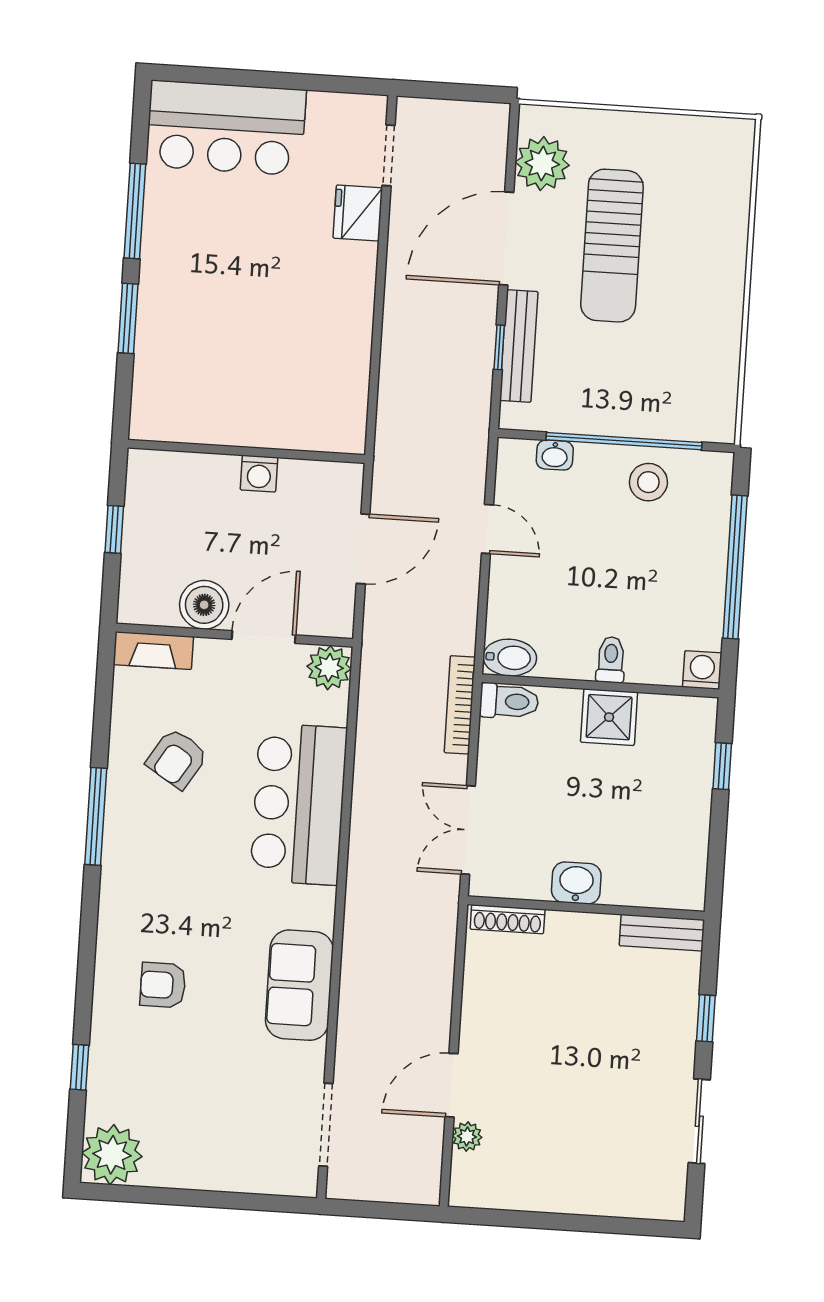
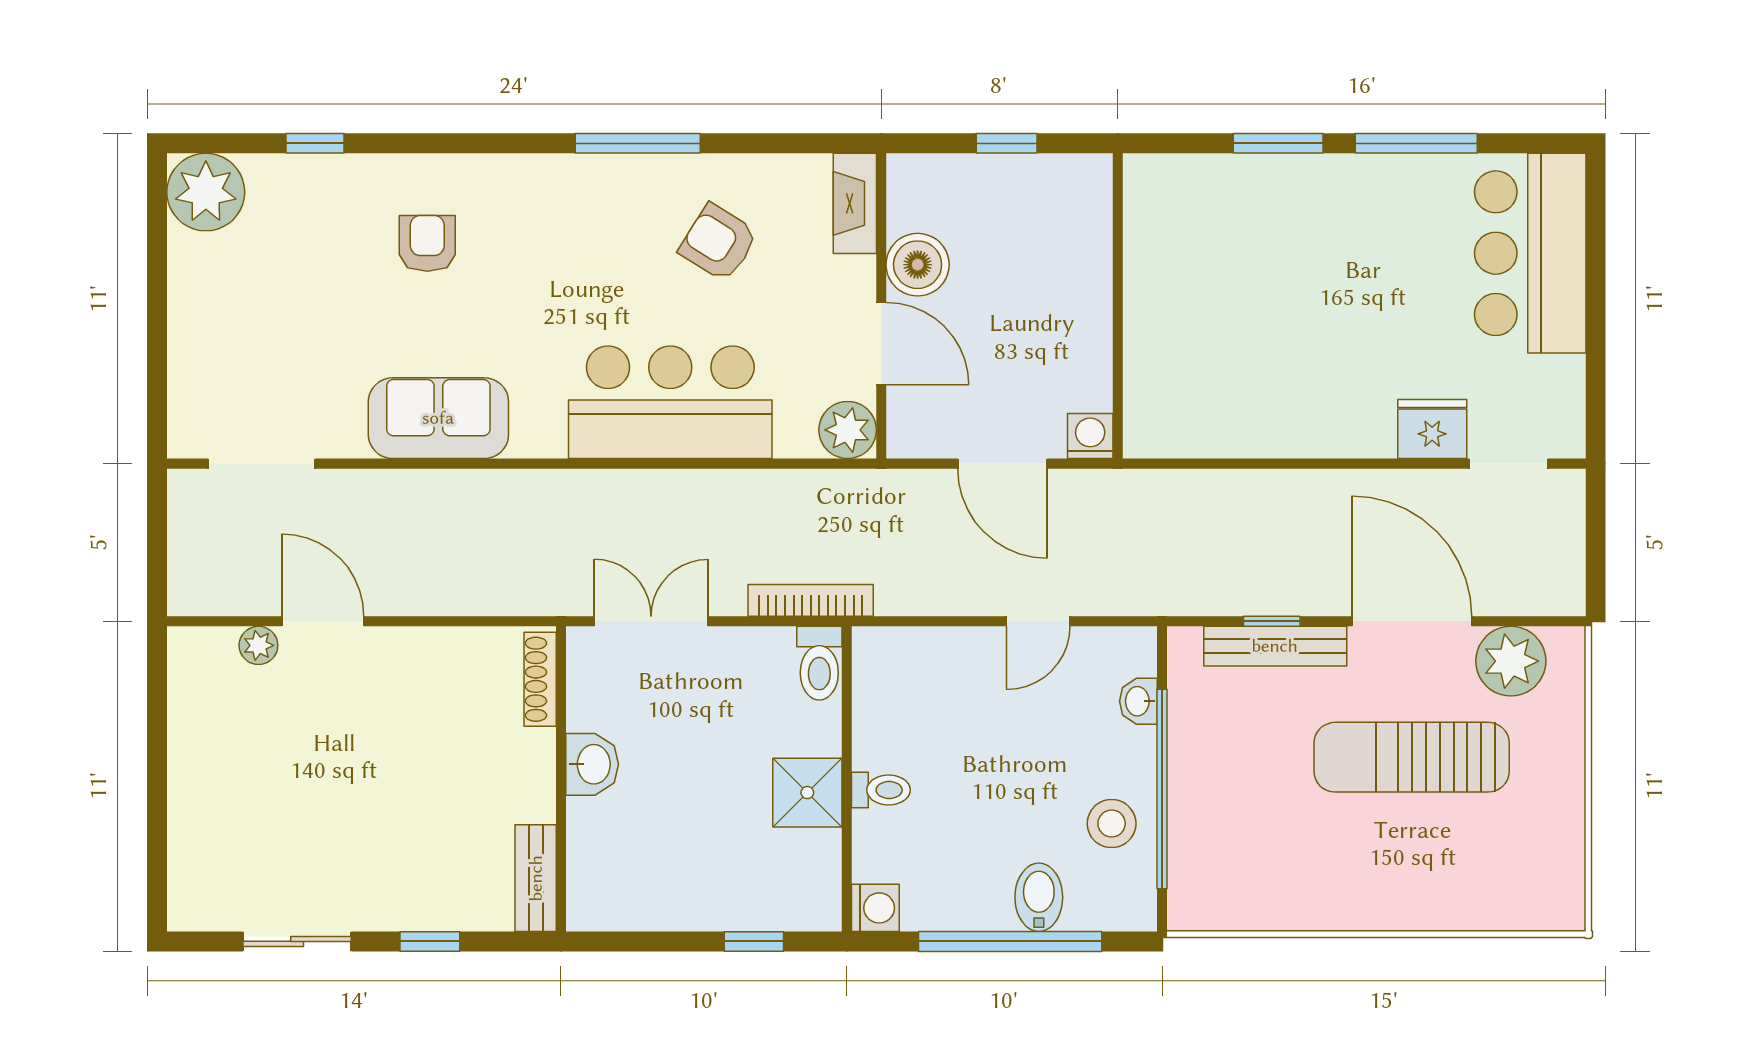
washing machine: (259, 474) -> (1090, 436), moved, turned 90
bidet: (510, 658) -> (1039, 897), moved, turned 180

